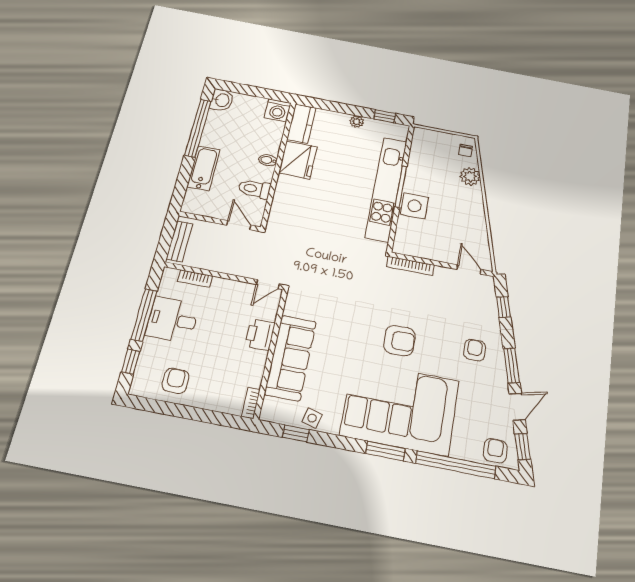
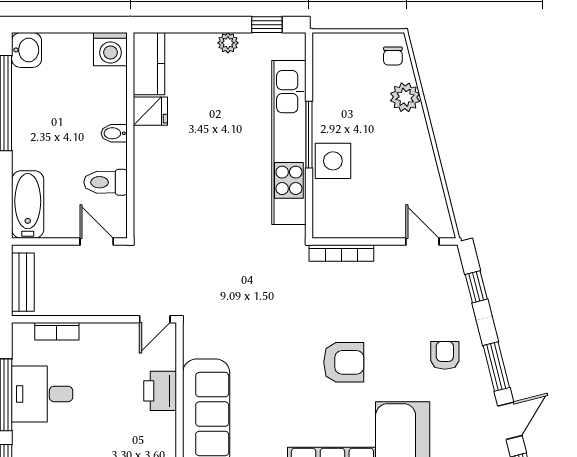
fridge: (298, 160) -> (150, 111), width x0.53, depth x0.75
bathtub: (204, 168) -> (28, 205), moved

